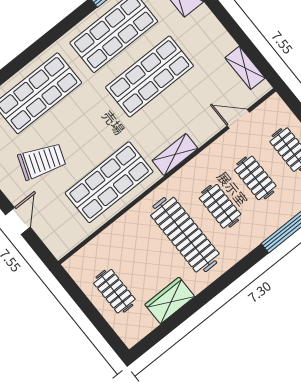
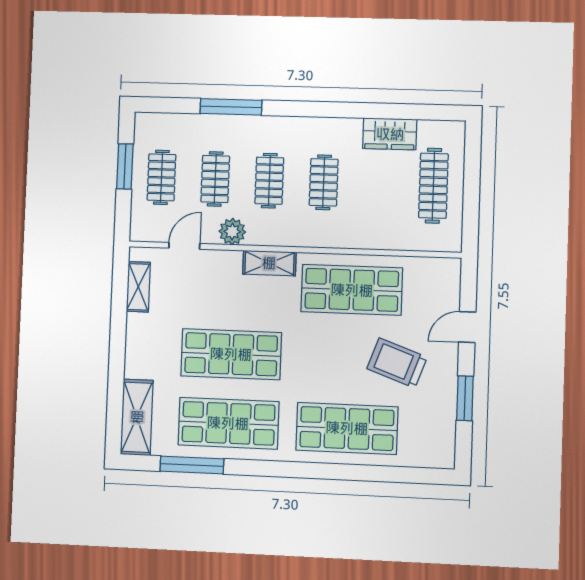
door: (238, 119) -> (184, 246), swing flipped
plant: (216, 154) -> (232, 232), added
clothes rail: (185, 235) -> (324, 182), width x0.54, depth x0.76
clothes rail: (114, 291) -> (433, 186), width x1.36

